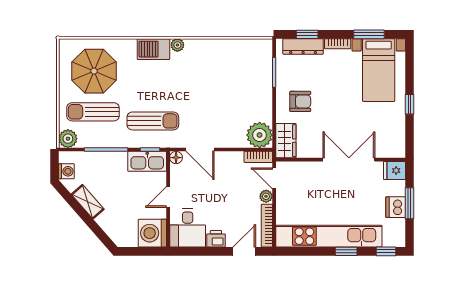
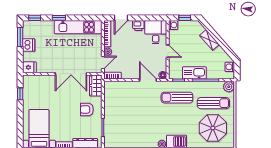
window: (410, 104) -> (20, 94), moved
plant: (260, 135) -> (112, 89), removed
double door: (349, 160) -> (71, 74), moved
kitchen sink: (147, 161) -> (194, 73), moved
door: (274, 178) -> (103, 63), hinge flipped
door: (168, 197) -> (168, 51), hinge flipped
shelving: (88, 202) -> (209, 40), moved
window: (410, 203) -> (20, 37), moved
washing machine: (152, 233) -> (173, 25), width x0.53, depth x0.53
kitchen unit: (329, 236) -> (78, 27), width x0.73
window: (140, 251) -> (185, 18), added

